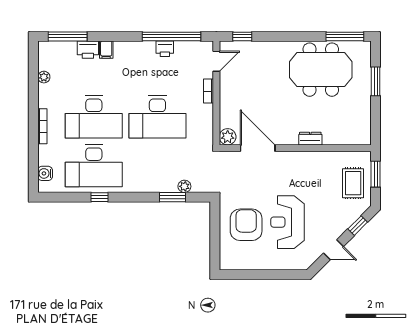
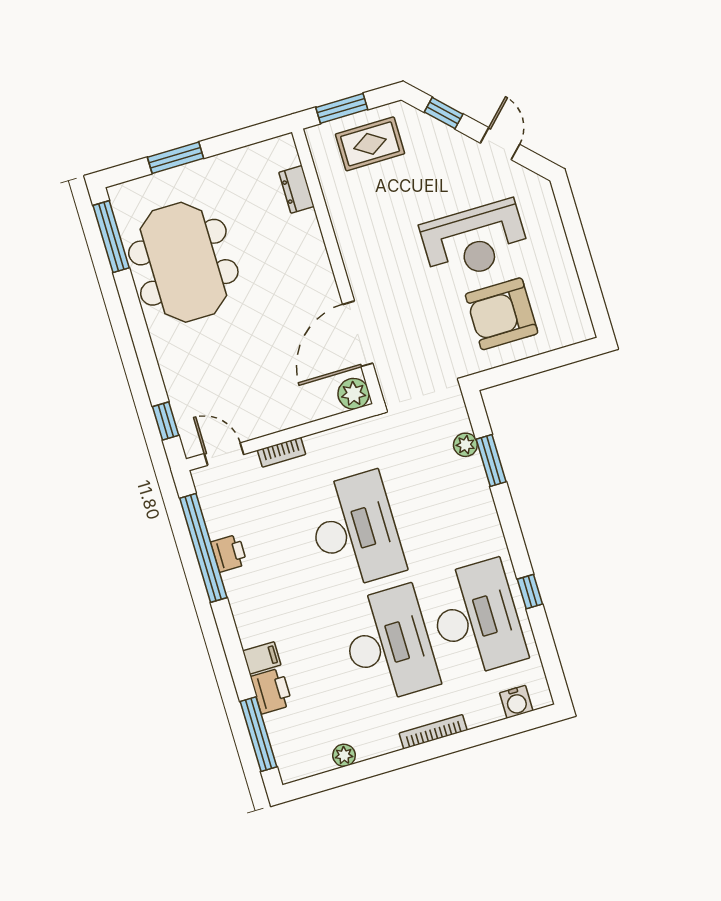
dresser: (310, 139) -> (296, 189), moved

